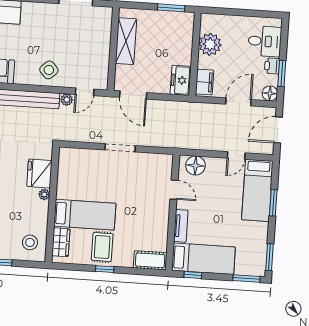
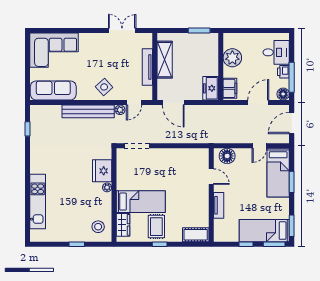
tv unit: (104, 49) -> (147, 67), added
window: (282, 73) -> (292, 77), width x1.44
doorway: (120, 148) -> (137, 146), moved
bed: (203, 259) -> (264, 231), moved, turned 180
window: (193, 275) -> (246, 244), moved

